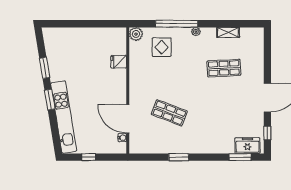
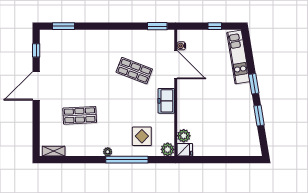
shelving: (228, 32) -> (54, 151), moved
plant: (120, 48) -> (184, 136), added
fridge: (119, 62) -> (185, 150), moved
kitchen unit: (64, 117) -> (238, 57), width x0.73
freezer: (247, 146) -> (166, 101), moved, turned 90
window: (179, 157) -> (157, 26), moved

